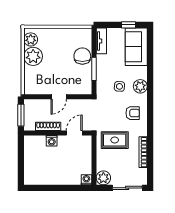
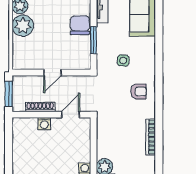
plant: (140, 86) -> (147, 60), removed
rug: (115, 140) -> (118, 123), removed

